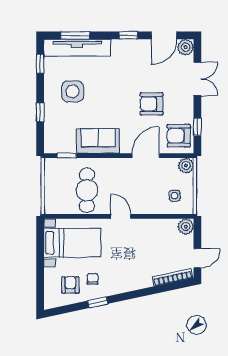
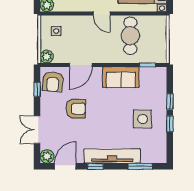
tv unit: (77, 48) -> (112, 156), moved
window: (40, 64) -> (170, 124), moved
armchair: (179, 136) -> (53, 82), turned 94

